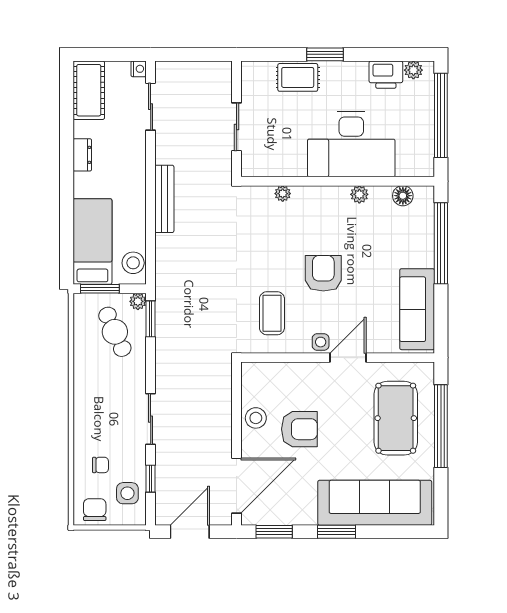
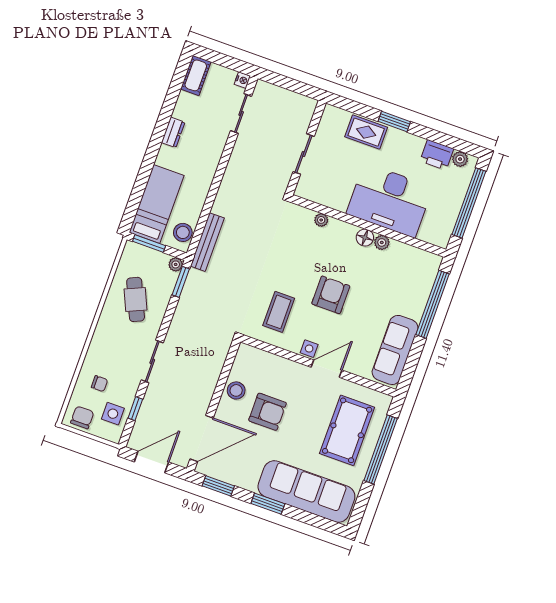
cot: (89, 90) -> (196, 75), width x0.73, depth x0.75
floor lamp: (403, 196) -> (365, 238), moved
bench: (164, 199) -> (207, 242), moved
cafe table: (115, 332) -> (136, 299), moved

